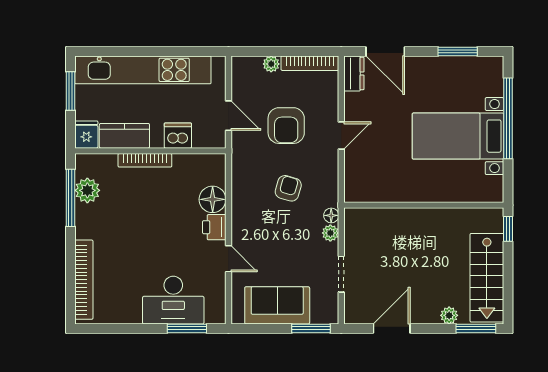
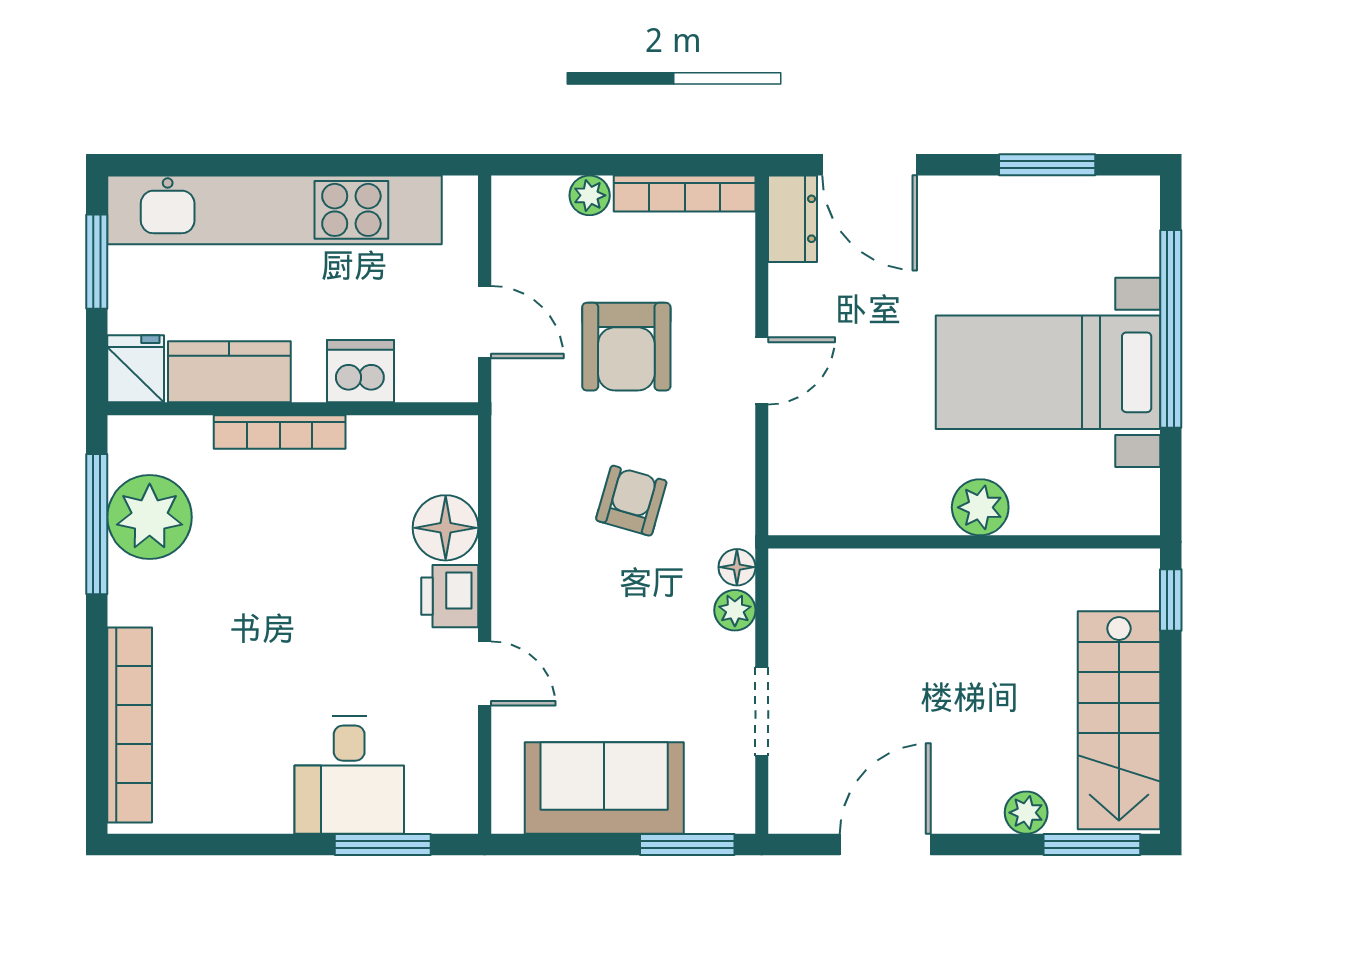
plant: (87, 190) -> (150, 517), width x1.36, depth x1.36
plant: (430, 191) -> (980, 507), added
desk: (173, 300) -> (349, 775), width x0.73

